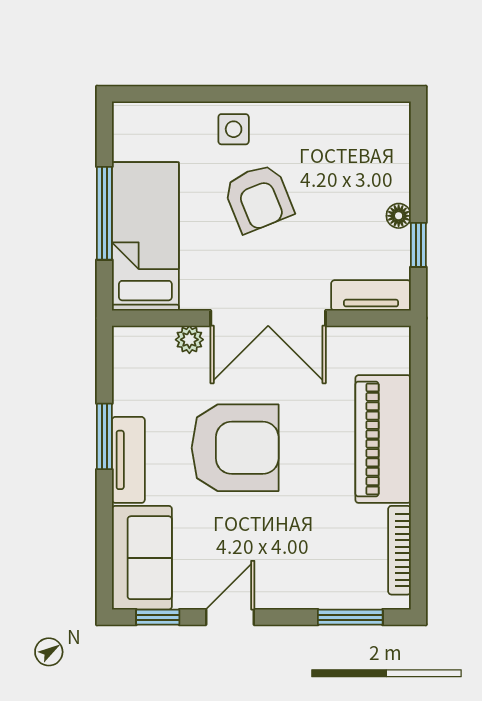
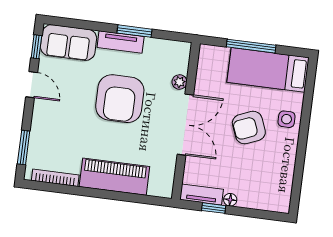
bed: (145, 236) -> (268, 70), moved, turned 180
tv unit: (371, 295) -> (202, 194), moved, turned -90
double door: (268, 318) -> (185, 125), swing flipped

